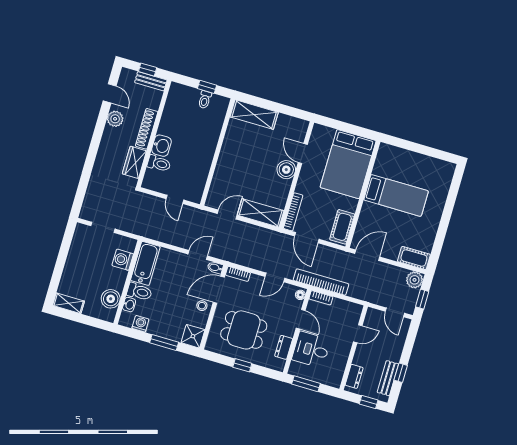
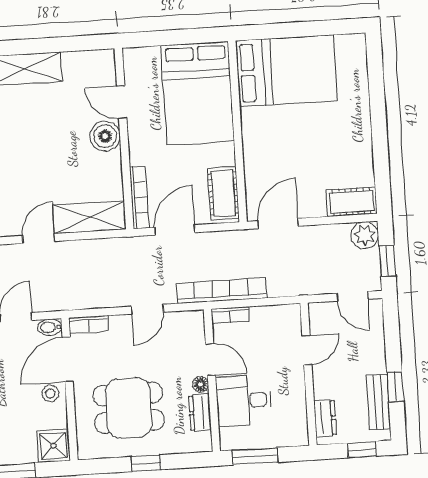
bed: (396, 195) -> (286, 71), moved, width x1.50
door: (307, 238) -> (175, 230), swing flipped
floor lamp: (300, 295) -> (201, 384), moved

